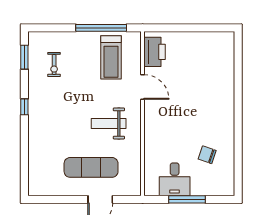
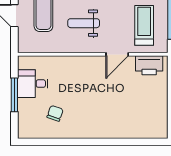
treadmill: (111, 57) -> (144, 25), turned 90
weight bench: (109, 123) -> (84, 23), turned -90

